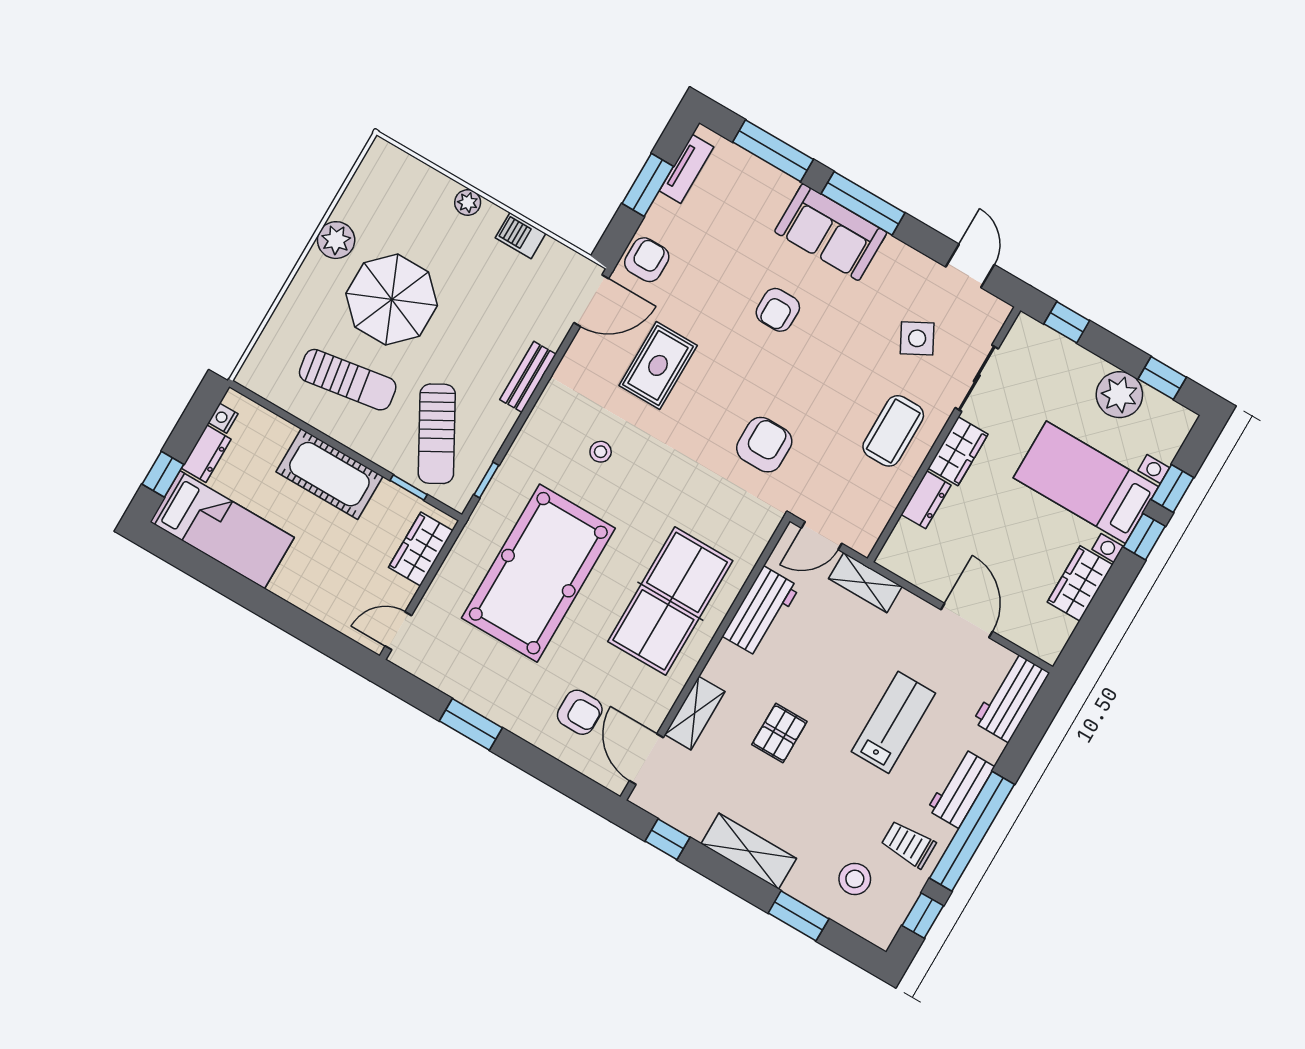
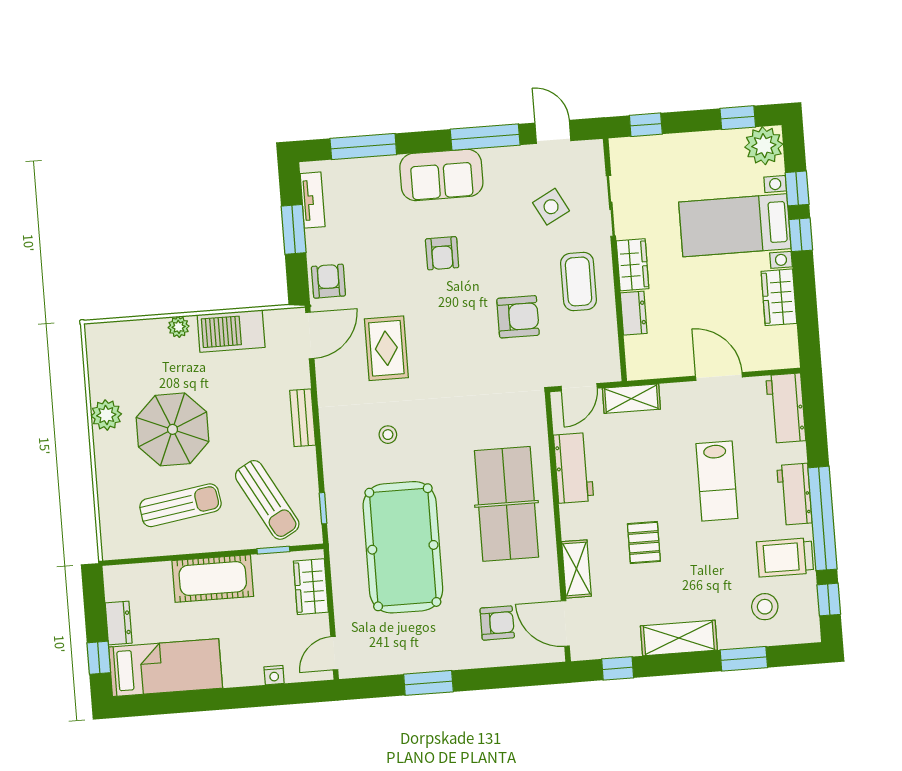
window: (863, 203) -> (485, 137), moved
barbecue: (521, 236) -> (231, 331), width x1.88, depth x1.53
plant: (1119, 395) -> (764, 146), moved
nightstand: (223, 418) -> (274, 675), moved, turned -90
armchair: (764, 445) -> (518, 317), moved, turned 90
lab bench: (893, 722) -> (717, 481), turned 180
trolley: (908, 844) -> (785, 557), width x1.36, depth x1.39

